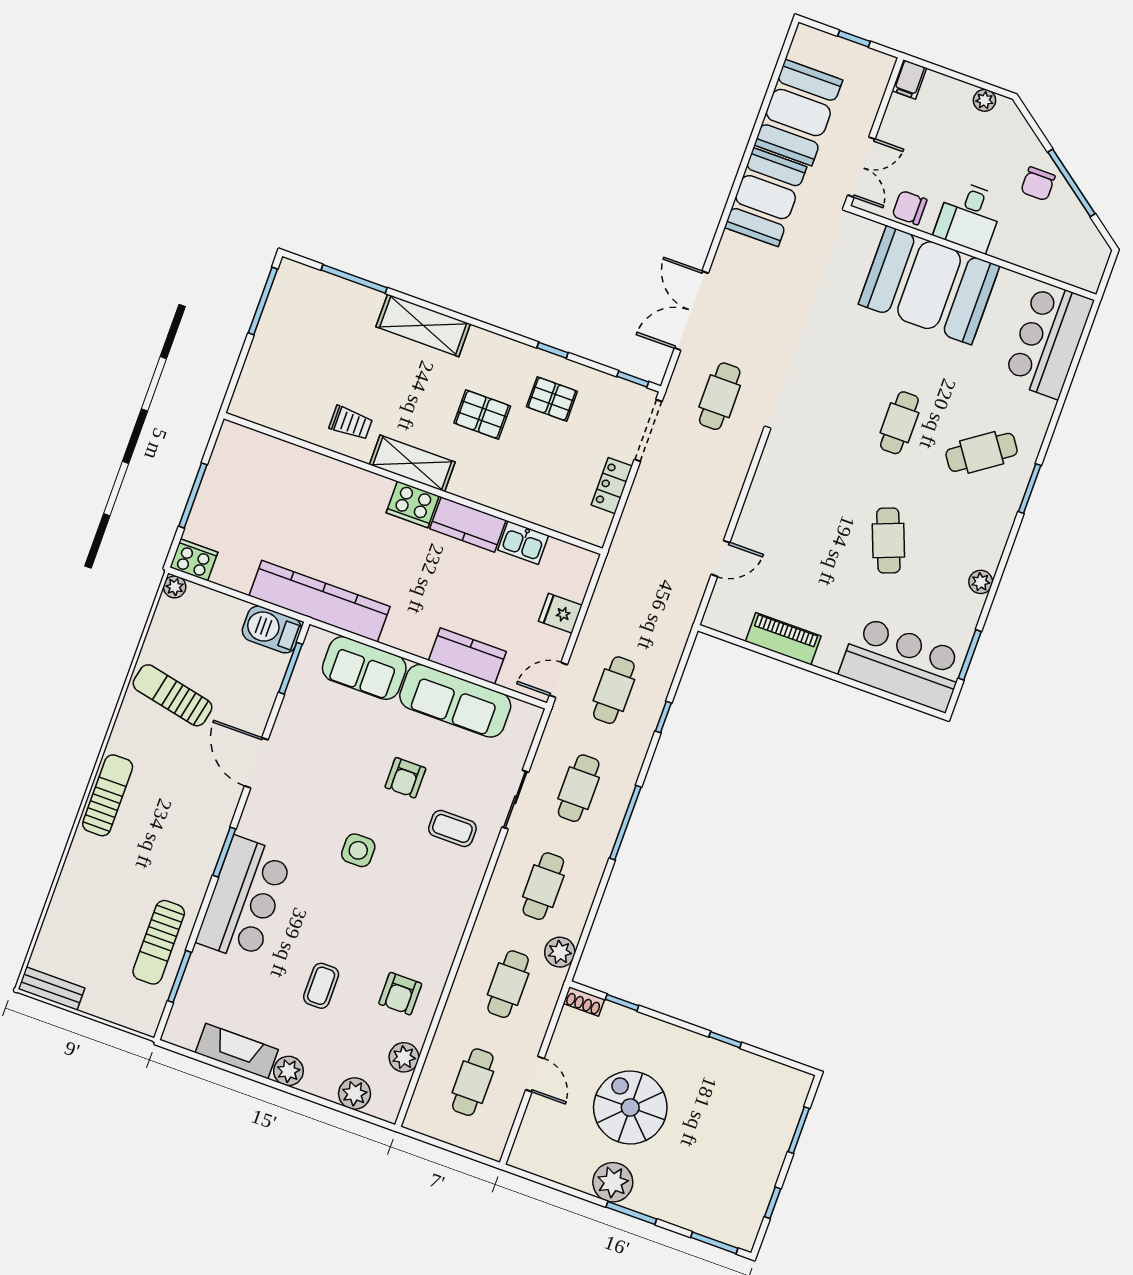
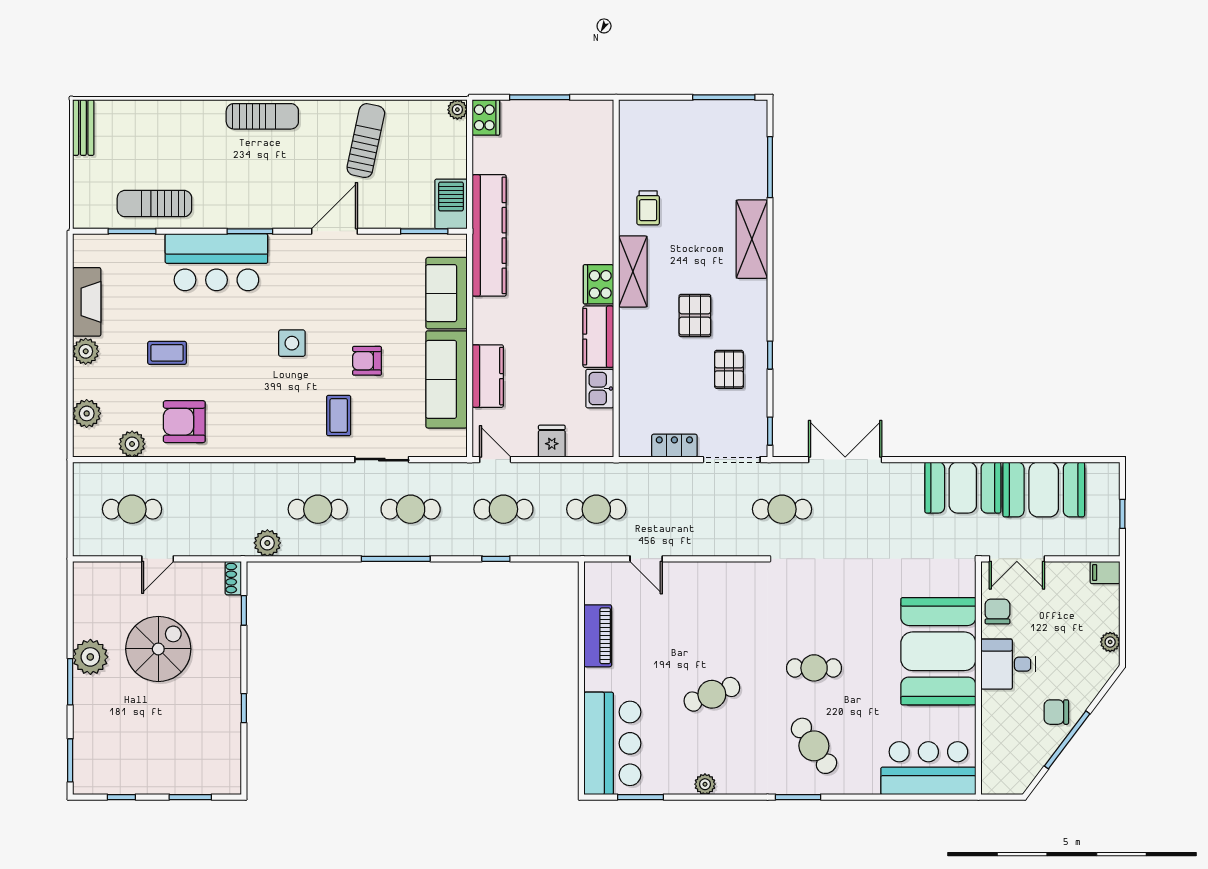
cafe table: (508, 984) -> (596, 509), moved
armchair: (400, 994) -> (184, 422), width x1.38, depth x1.38

